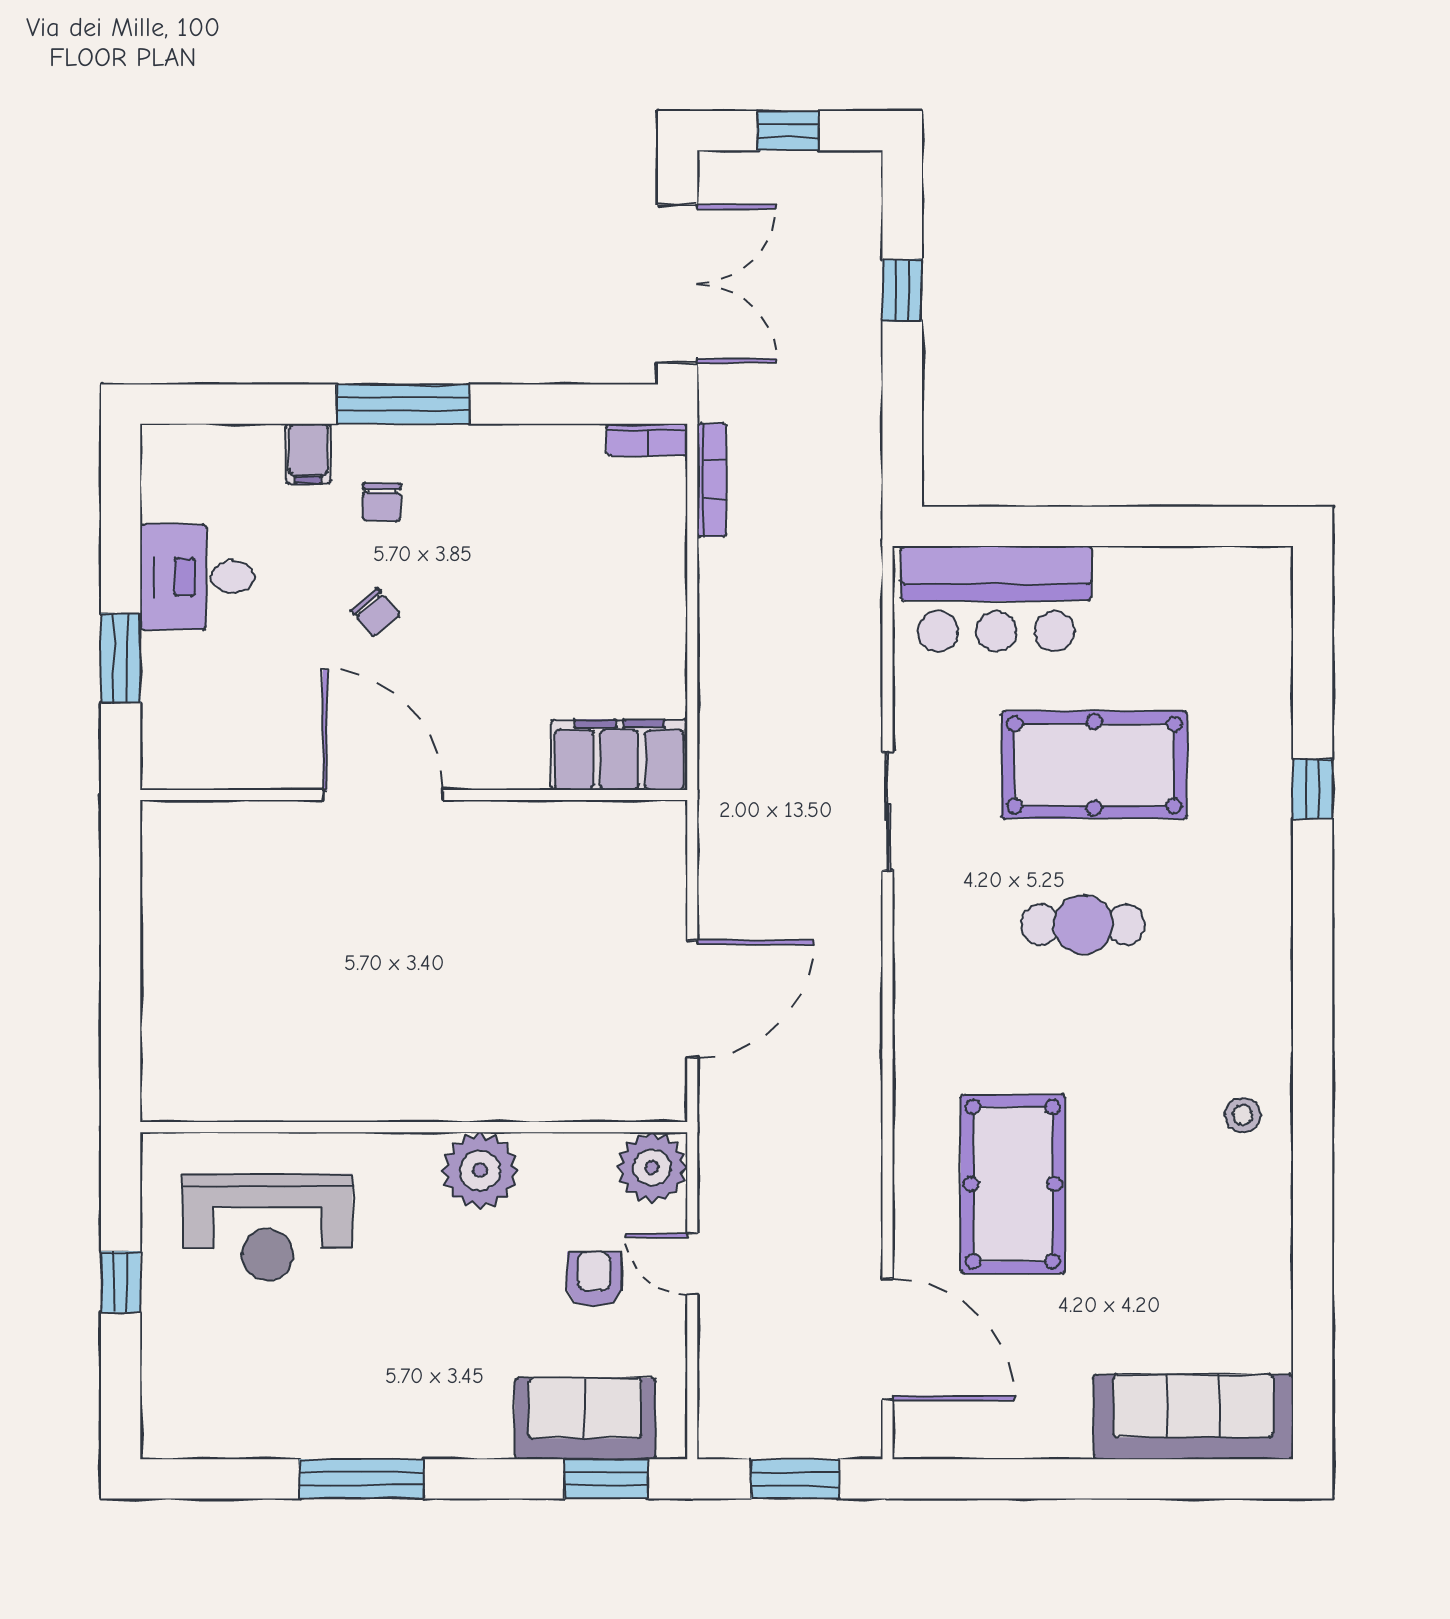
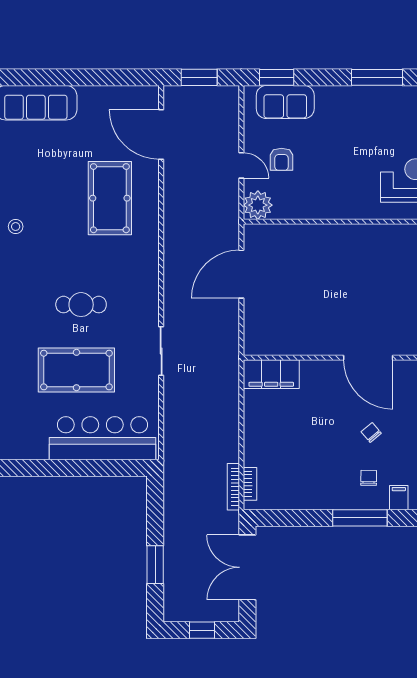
window: (902, 290) -> (155, 565), width x1.50
bookcase: (647, 440) -> (250, 484), moved, turned 90
bar counter: (996, 599) -> (103, 438), width x1.36
plant: (480, 1170) -> (328, 204), removed

